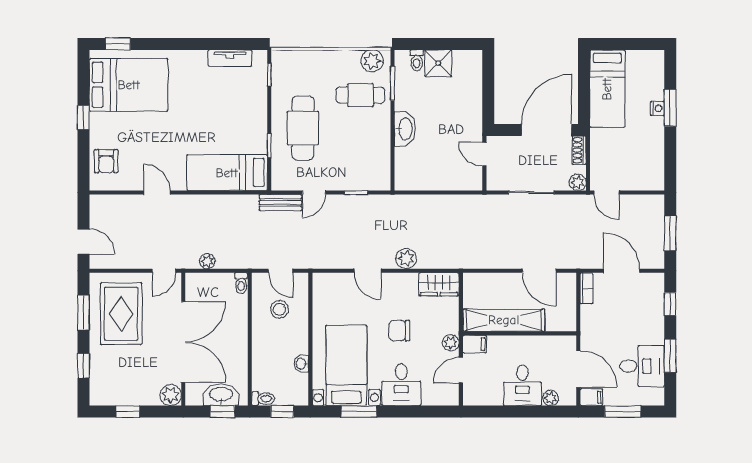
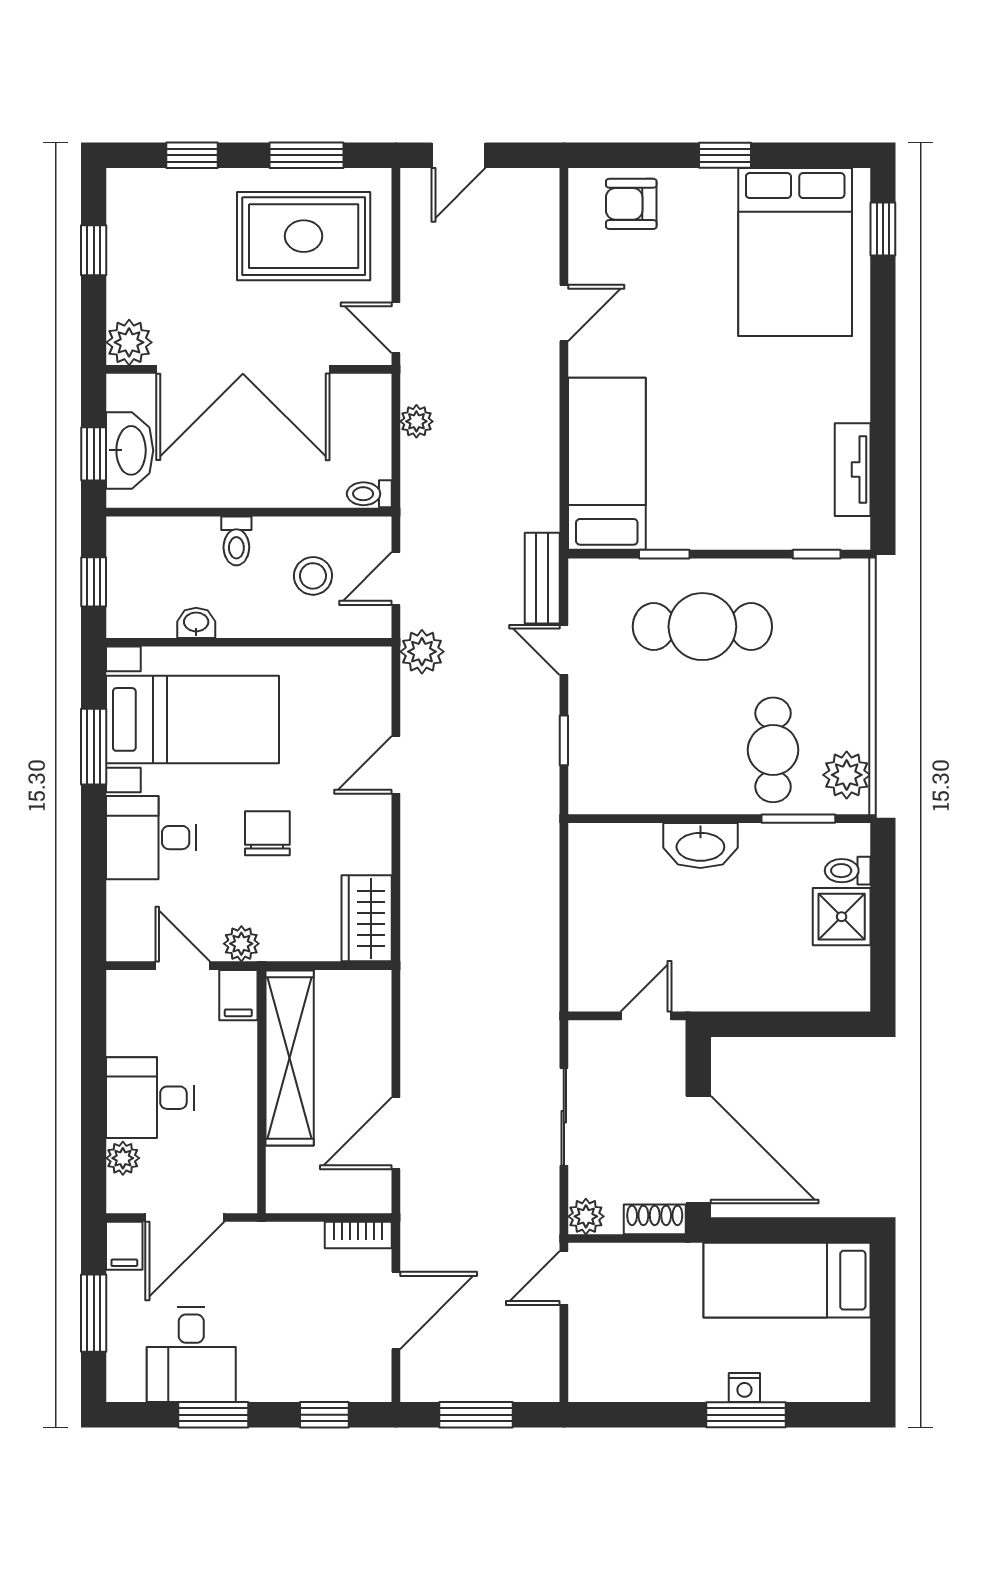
plant: (406, 259) -> (422, 652), moved
toilet: (263, 399) -> (236, 541), moved

